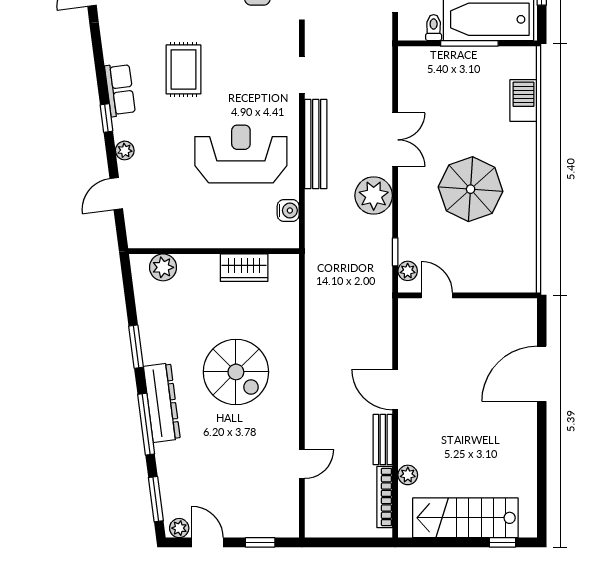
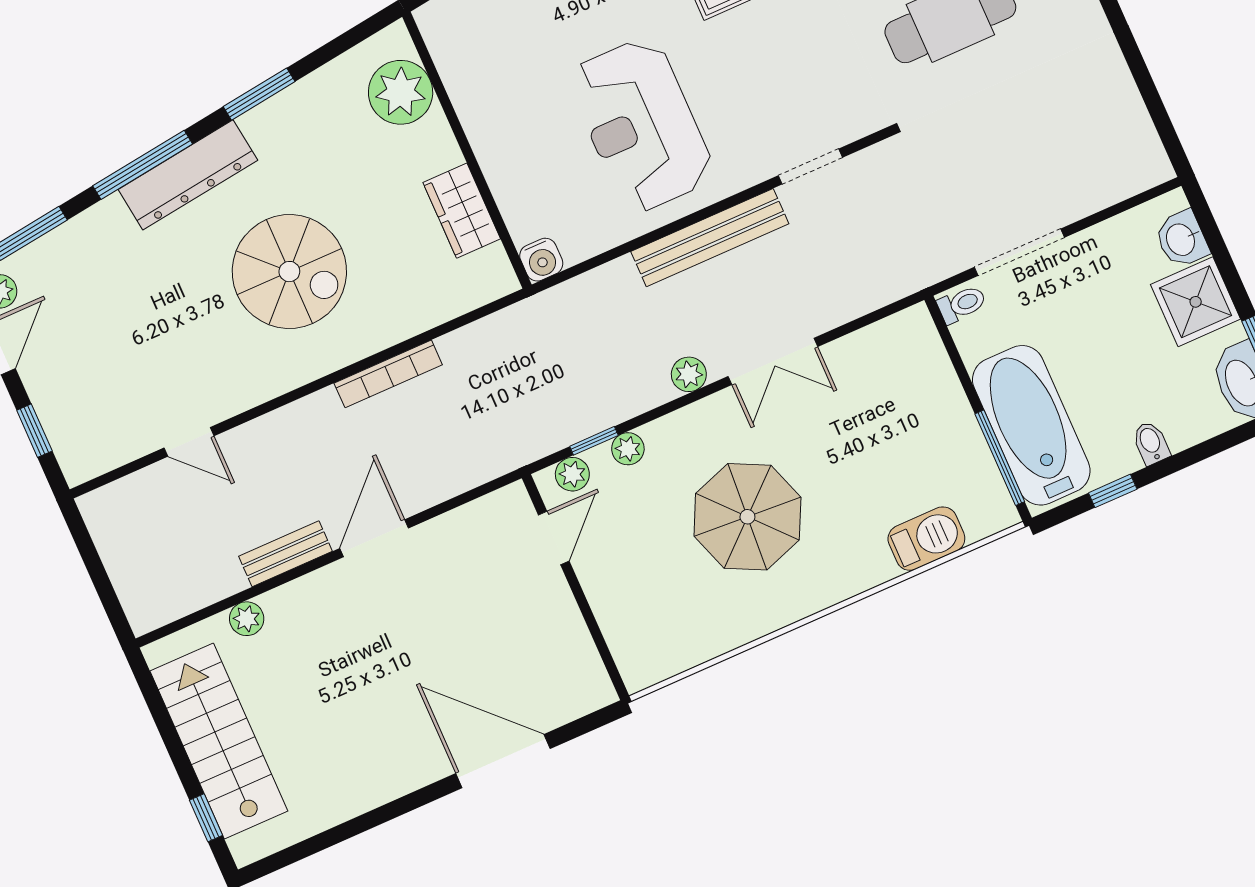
toilet: (434, 28) -> (962, 304), moved
window: (469, 43) -> (1000, 458), moved
reception desk: (241, 154) -> (641, 125), turned 180
plant: (374, 196) -> (689, 374), width x0.53, depth x0.53
water cooler: (288, 210) -> (541, 260), moved
plant: (407, 236) -> (628, 449), added
plant: (163, 267) -> (401, 92), width x1.36, depth x1.36
spiral stairs: (236, 372) -> (289, 272), turned -90
bookcase: (385, 497) -> (388, 374), moved, turned 180

